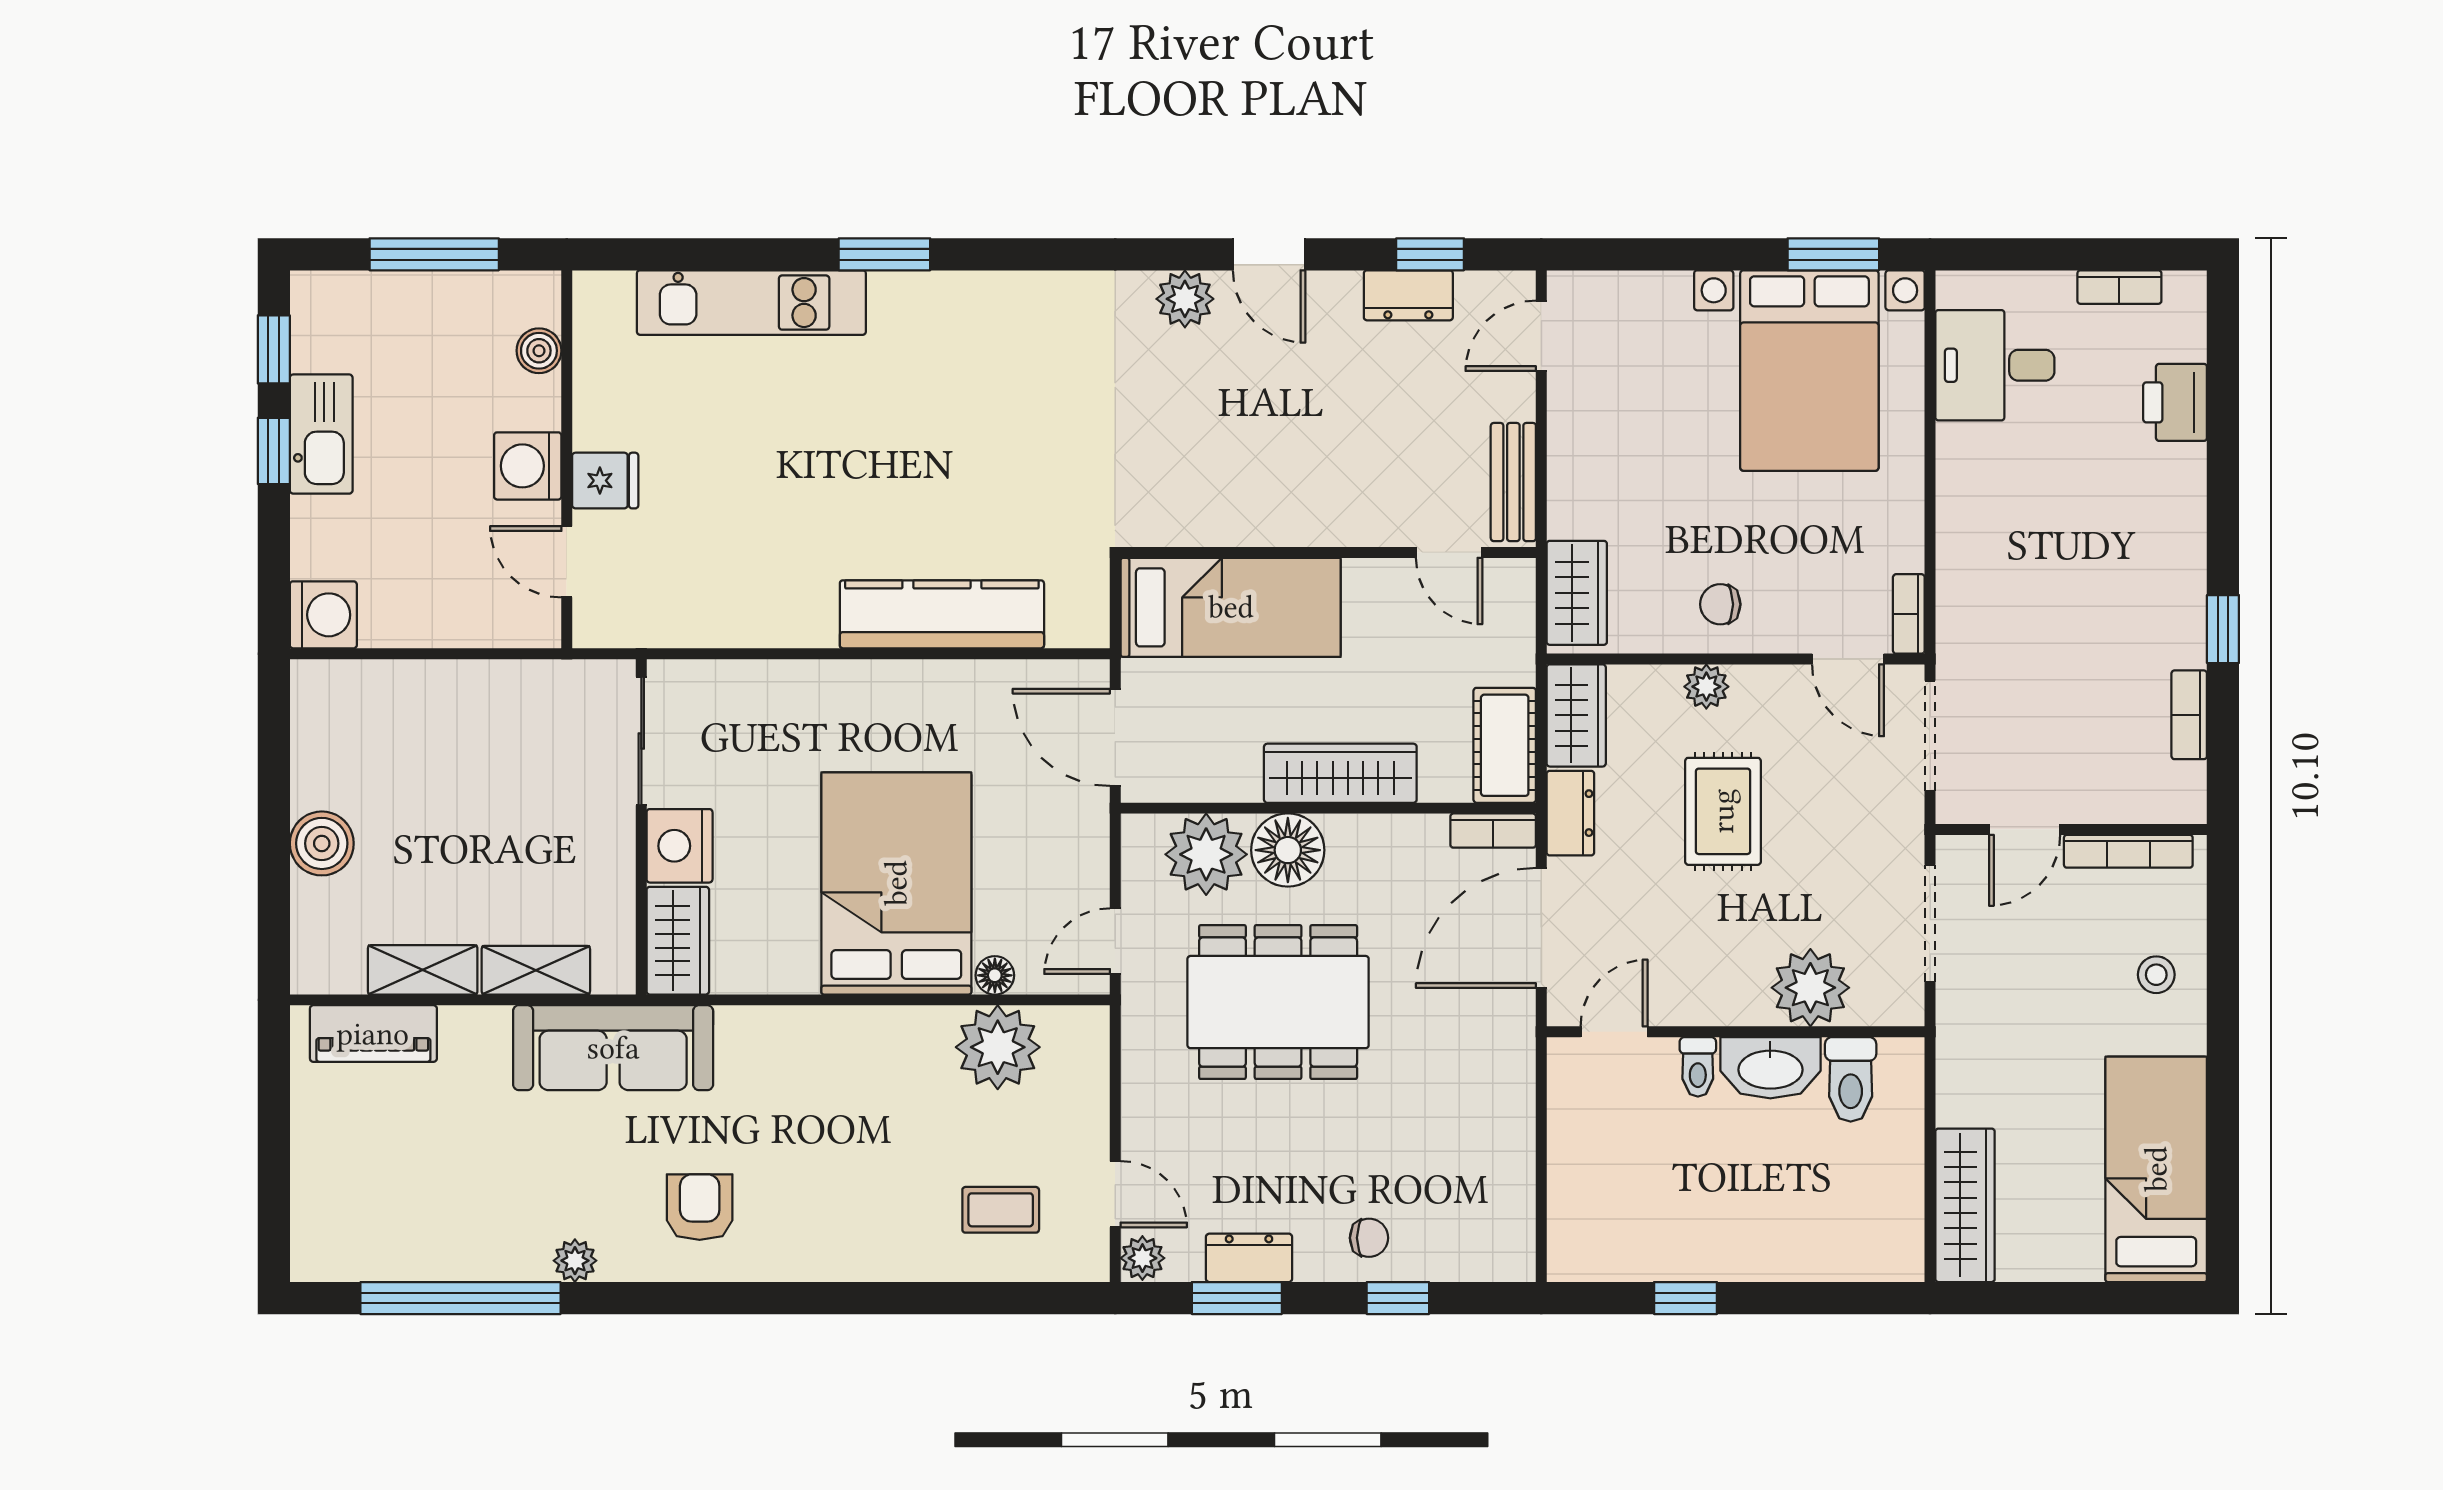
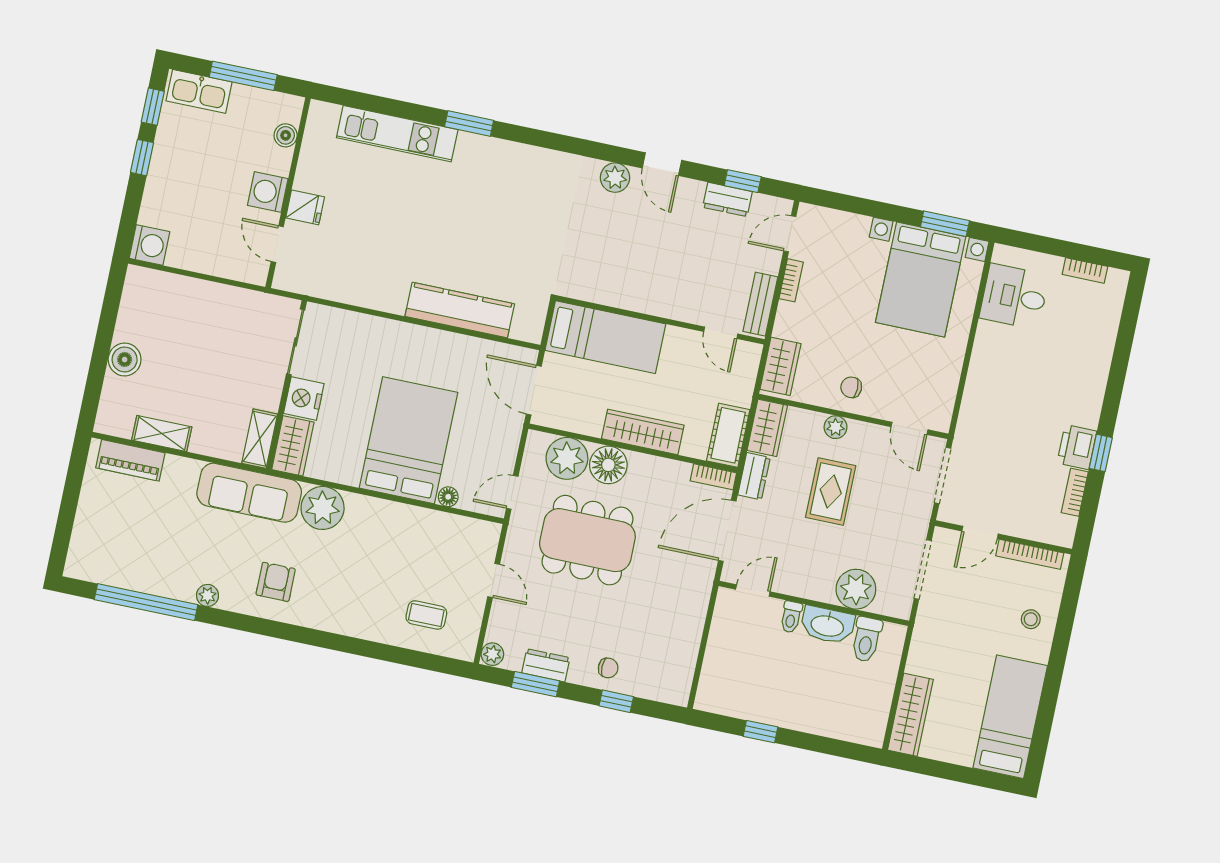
printer: (2175, 402) -> (1077, 447), moved
kitchen sink: (321, 434) -> (199, 91), moved, turned 90
bookcase: (1909, 614) -> (791, 280), moved, turned 180
shelving: (536, 970) -> (260, 439), moved, turned 90
plant: (998, 1047) -> (323, 508), moved
door: (1115, 1194) -> (494, 580), moved

